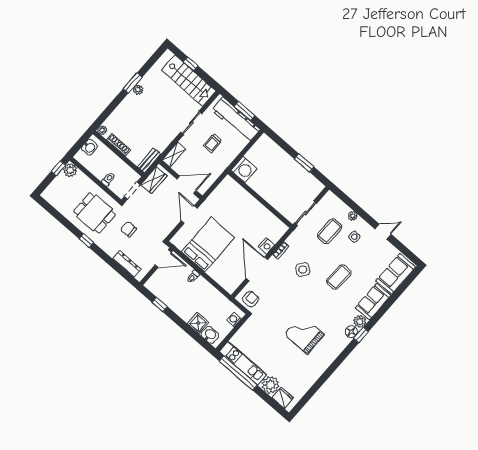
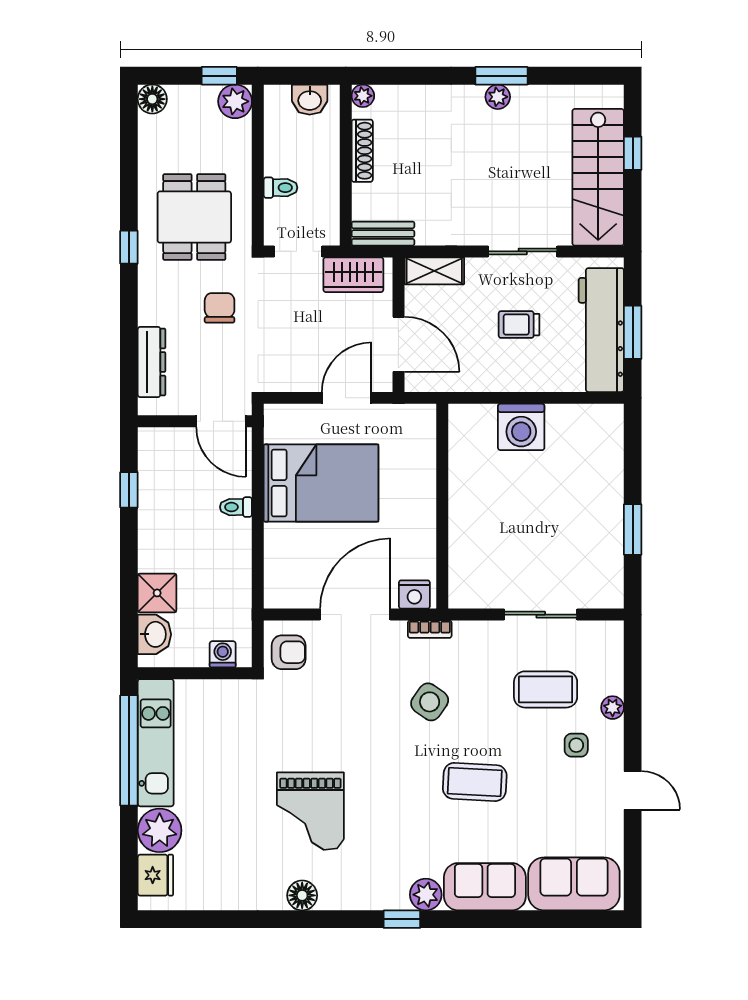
floor lamp: (48, 195) -> (152, 99), added
wall: (260, 199) -> (442, 506), moved
floor lamp: (351, 332) -> (302, 895), moved
grand piano: (304, 334) -> (310, 811), turned 180

